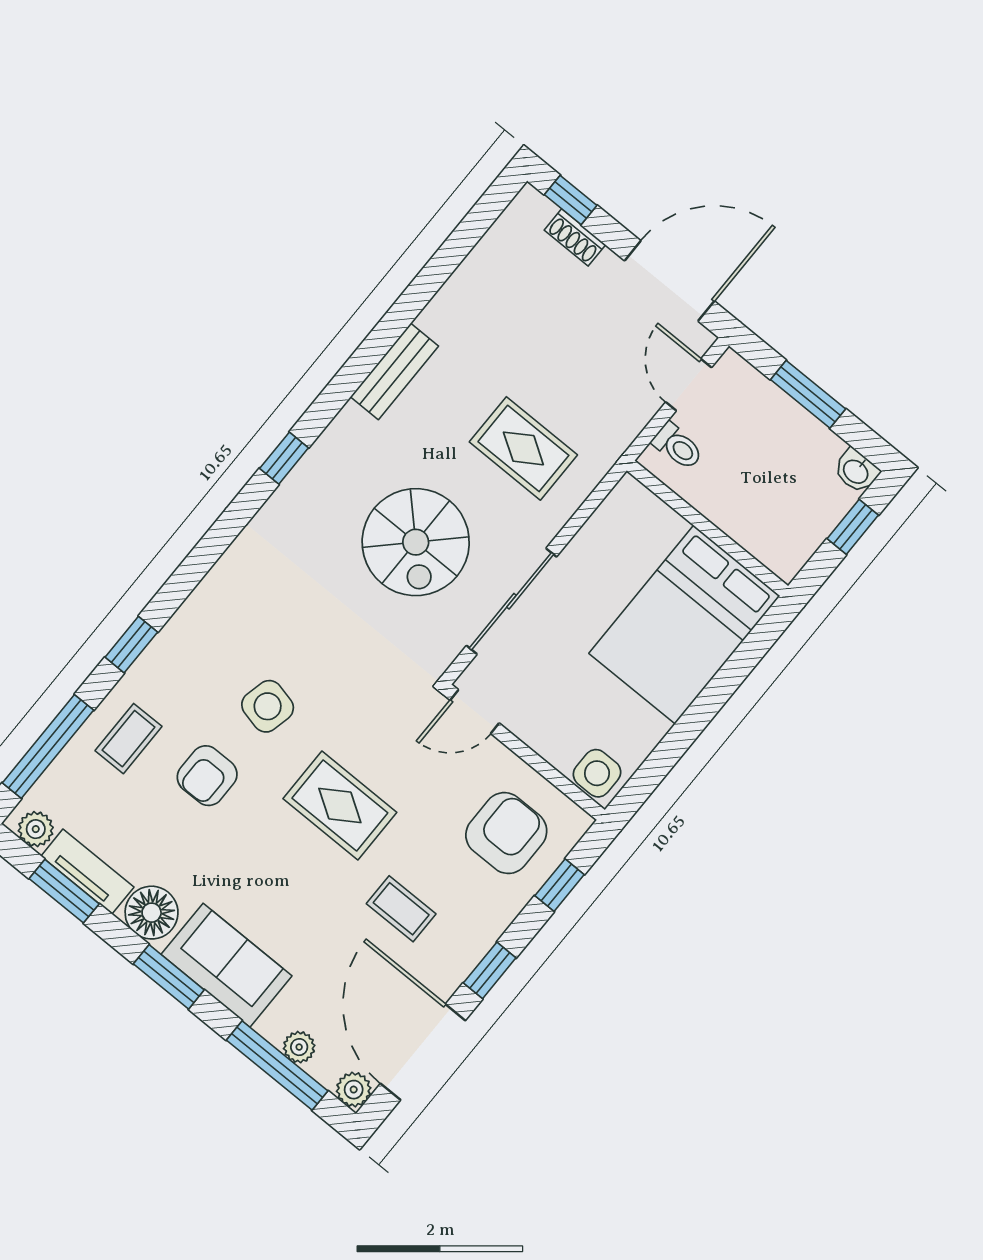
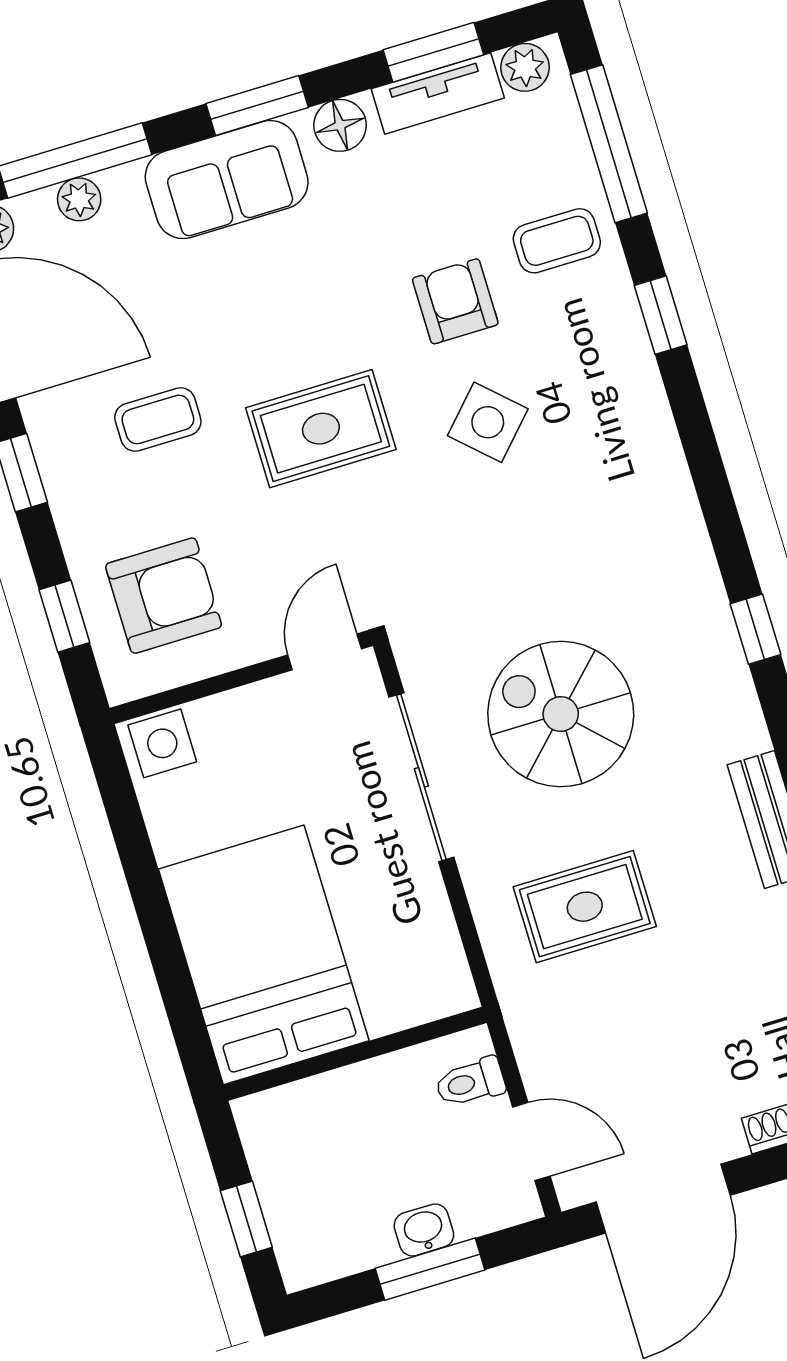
washbasin: (856, 471) -> (424, 1230), moved
side table: (268, 706) -> (488, 422), turned 30
coffee table: (129, 739) -> (557, 241), turned 90
armchair: (506, 833) -> (164, 596), turned -90
floor lamp: (152, 913) -> (340, 125), width x0.73, depth x0.73

